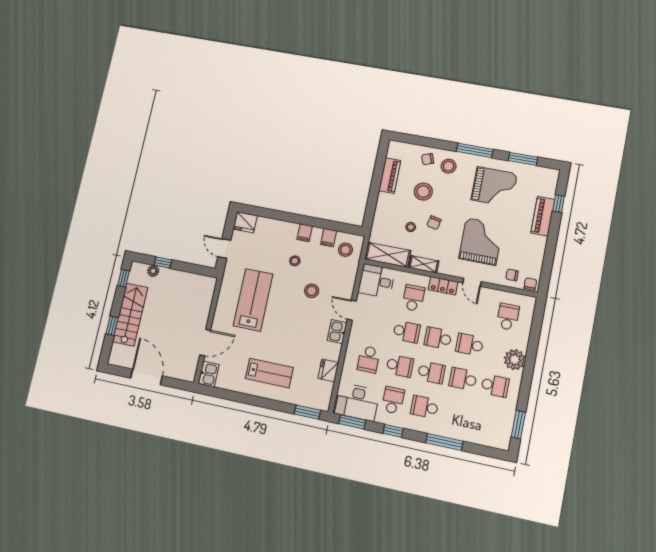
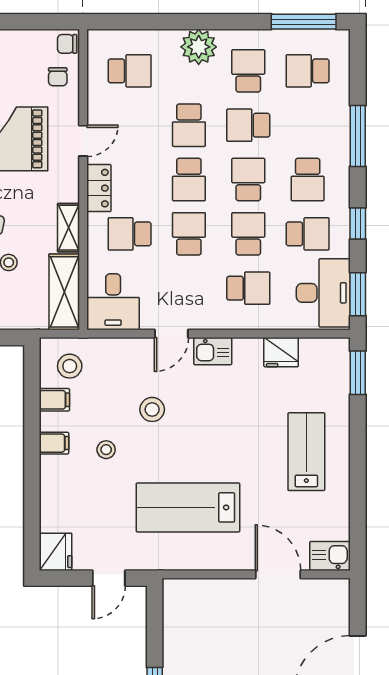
school desk: (508, 317) -> (130, 71), turned 180
school desk: (463, 379) -> (248, 125), turned 90
school desk: (393, 400) -> (308, 234), turned 180
school desk: (489, 421) -> (308, 71), added
window: (518, 425) -> (304, 22), width x1.44

